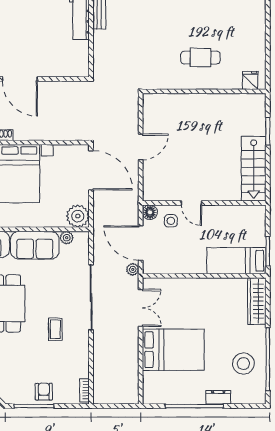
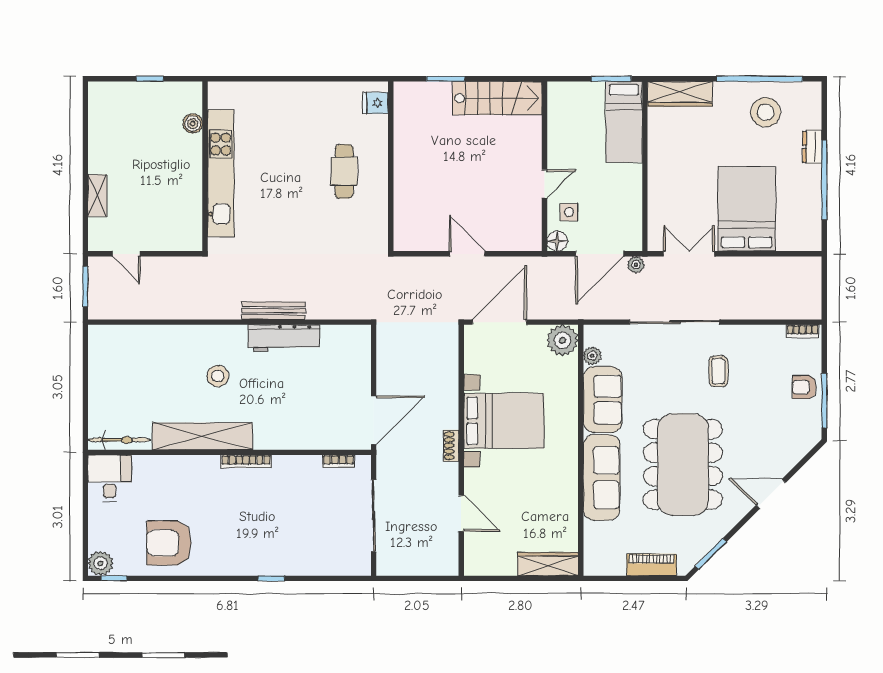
coffee table: (55, 329) -> (718, 371), turned 90

